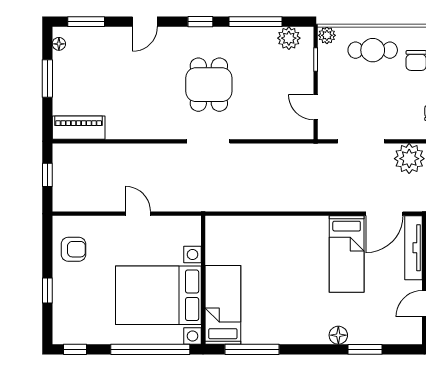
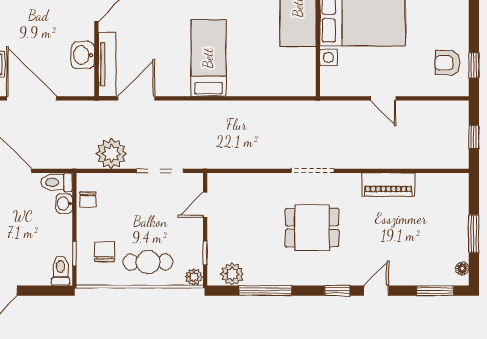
window: (200, 22) -> (337, 291), moved
dining table: (209, 85) -> (312, 228), turned 90
door: (316, 107) -> (205, 205), swing flipped
piano: (79, 128) -> (388, 185), moved
bed: (347, 254) -> (208, 58), moved
window: (47, 290) -> (474, 65), moved

